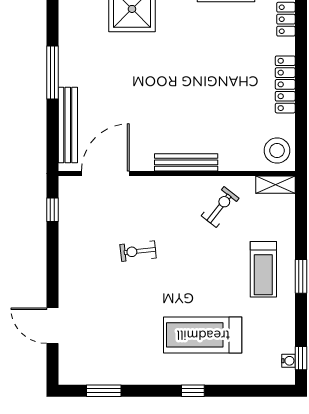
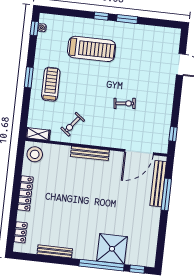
window: (52, 72) -> (166, 194), moved
window: (104, 391) -> (127, 19), moved

